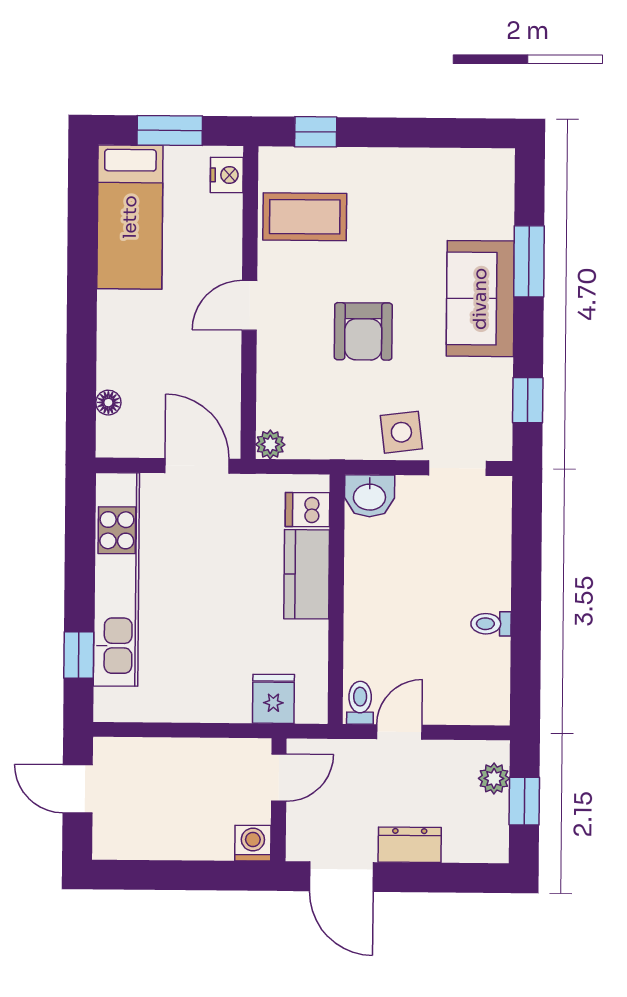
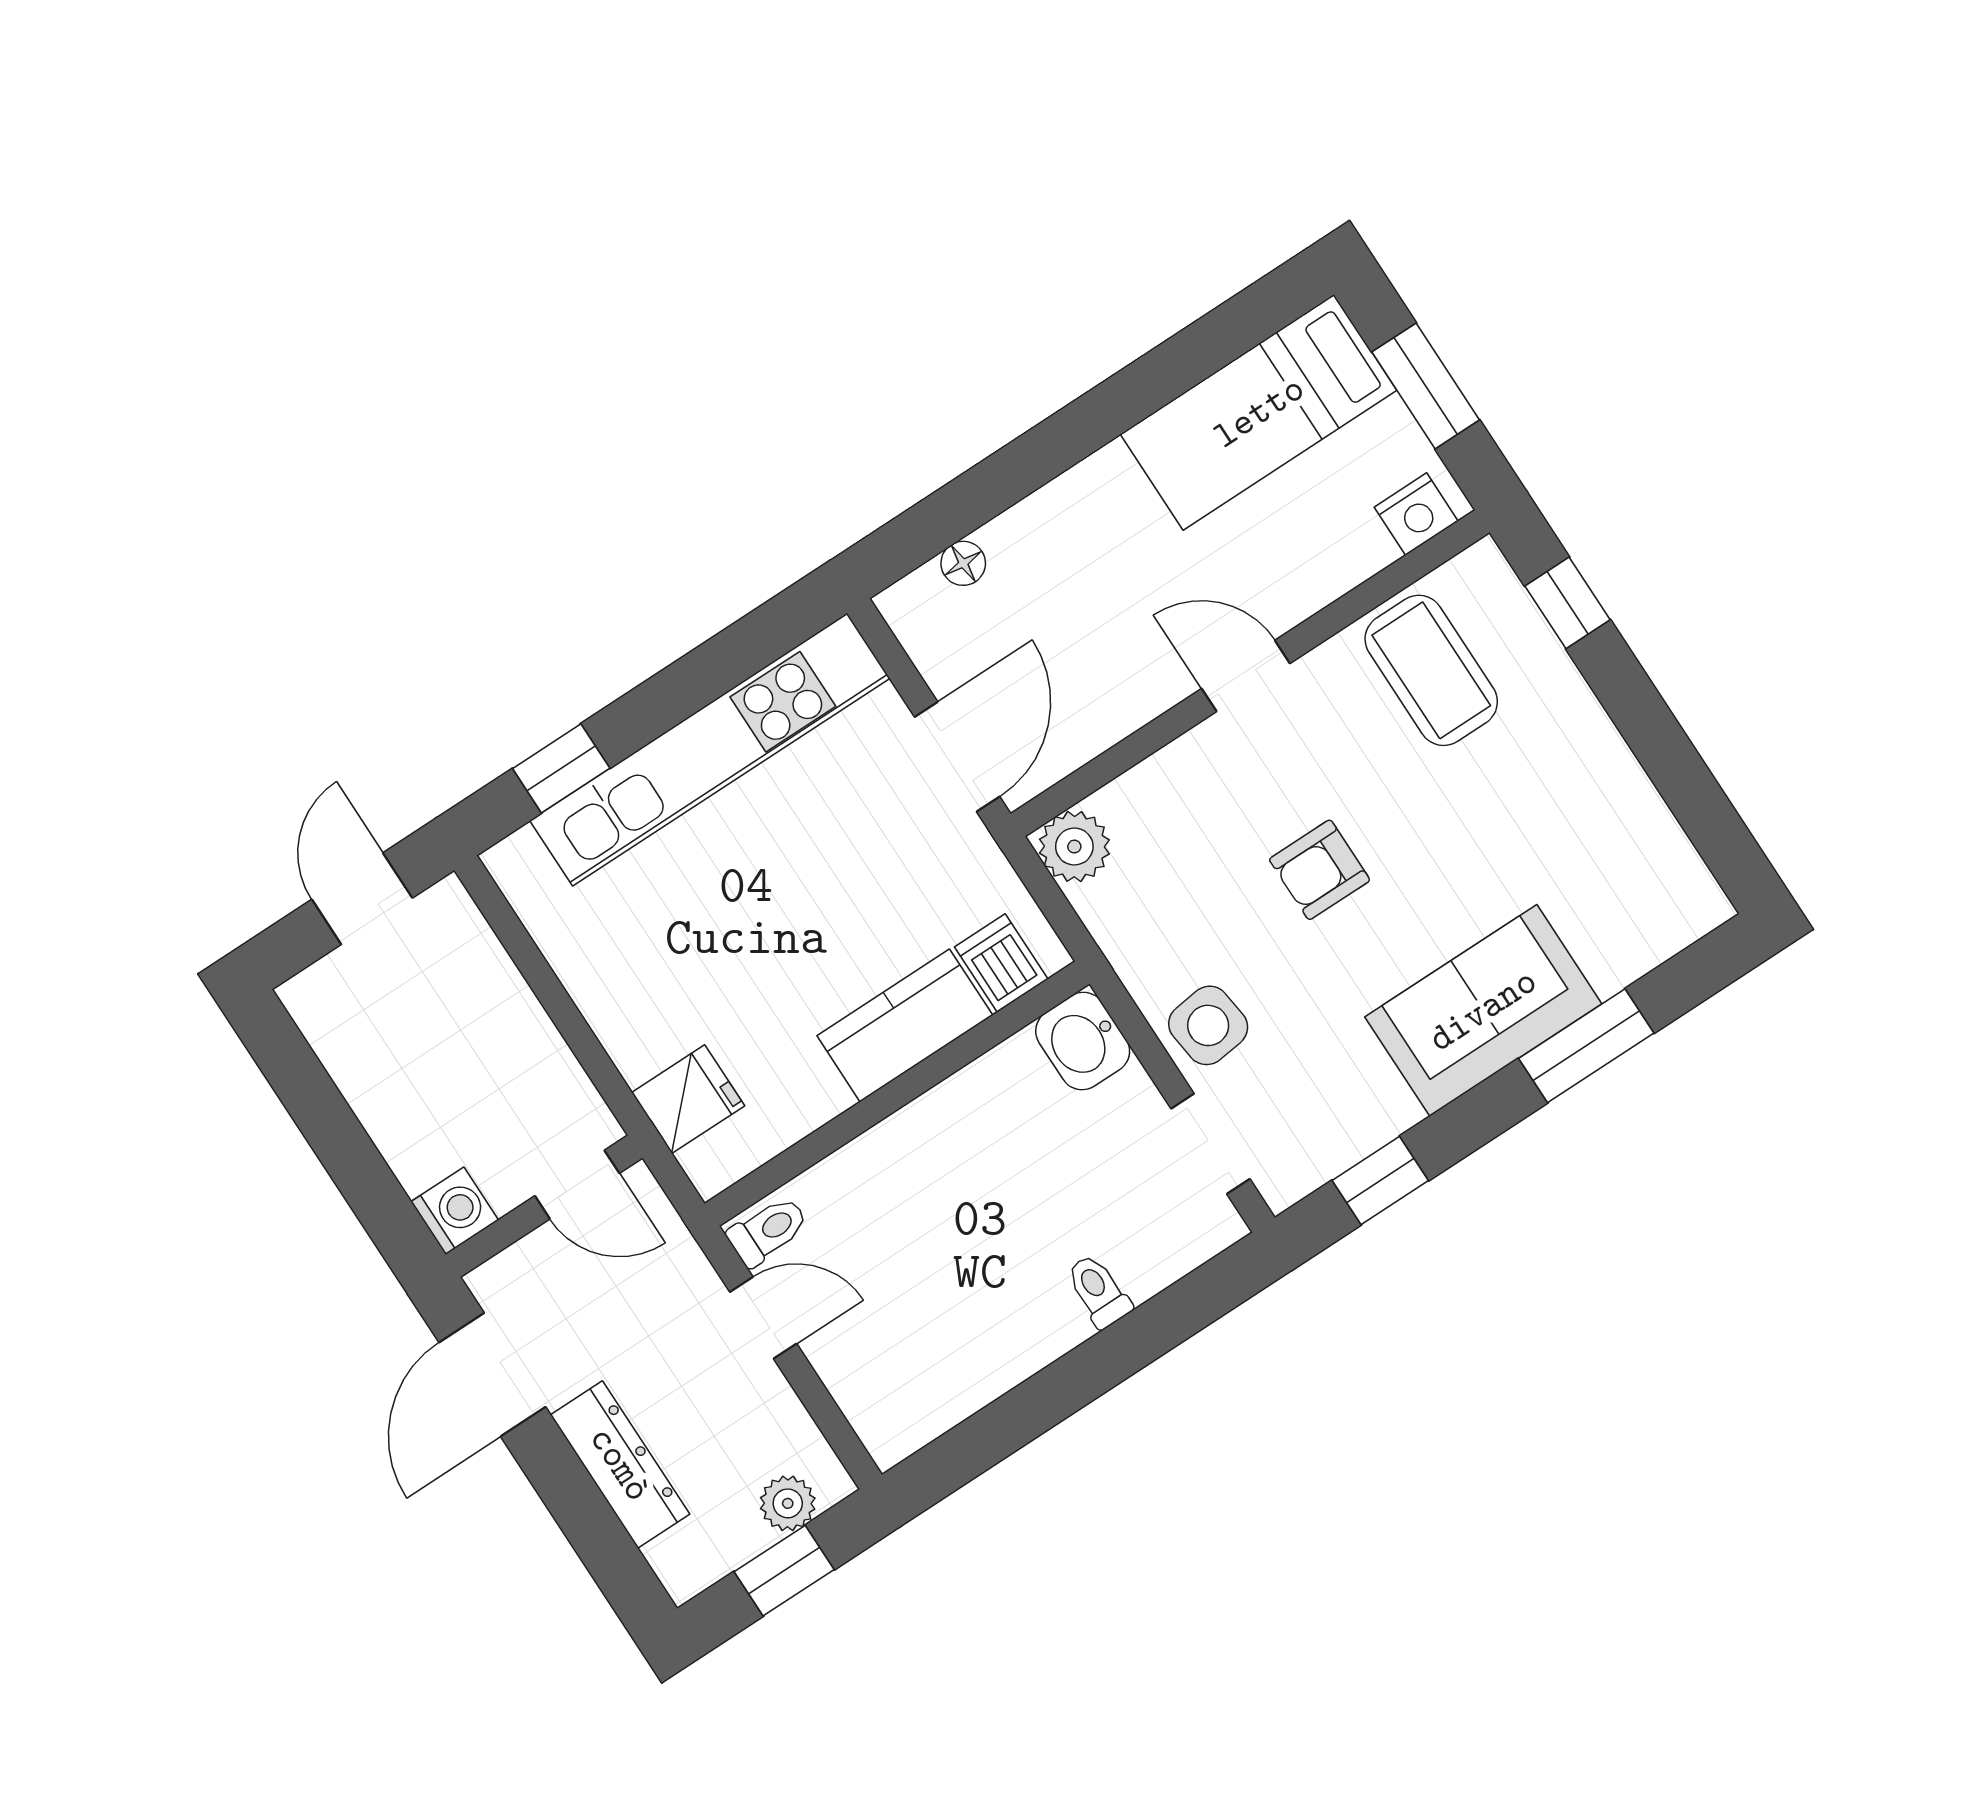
armchair: (363, 331) -> (1320, 870), width x0.72, depth x0.72
plant: (270, 444) -> (1074, 847), width x1.38, depth x1.38
toilet: (491, 624) -> (1098, 1291), moved
dresser: (410, 845) -> (620, 1464), width x1.44

